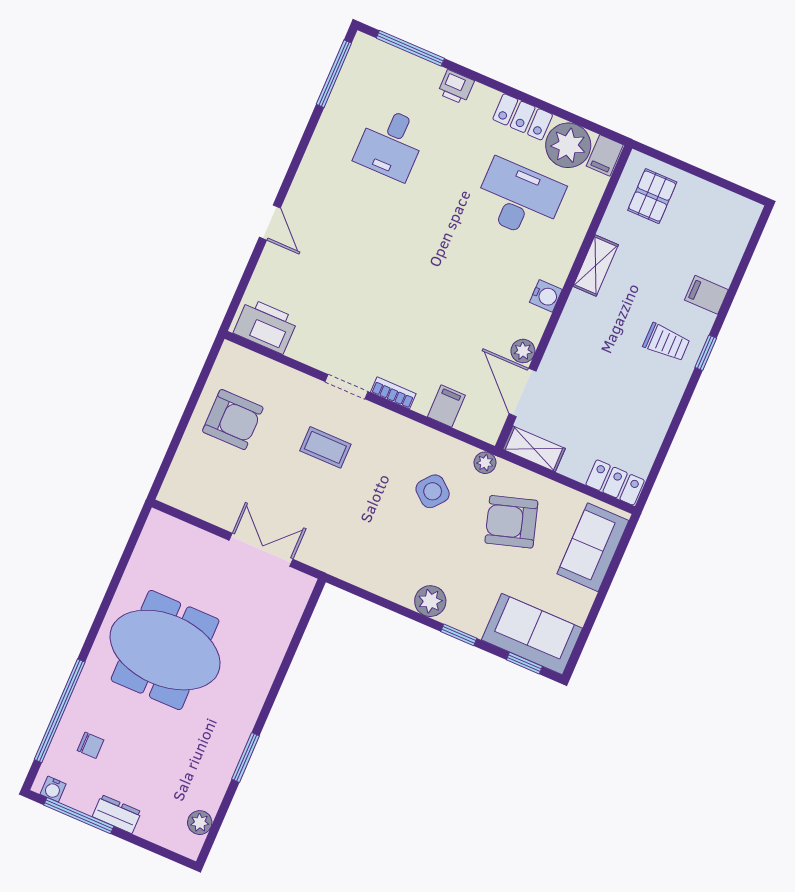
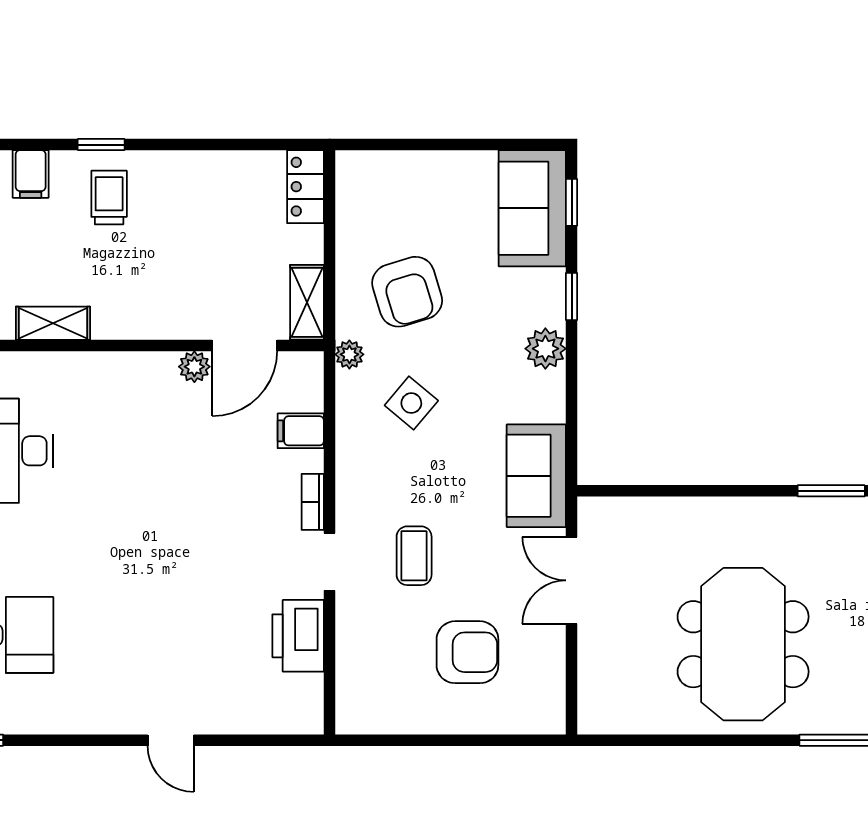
door: (270, 223) -> (171, 740), swing flipped
water cooler: (546, 296) -> (116, 368), removed
printer: (266, 326) -> (298, 636), moved
armchair: (233, 420) -> (467, 652), moved, turned 90
sofa: (593, 547) -> (536, 476), moved, turned 90

